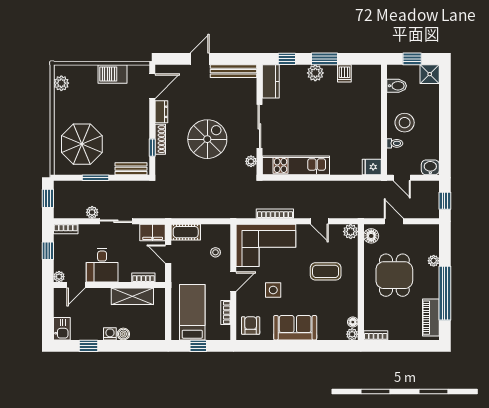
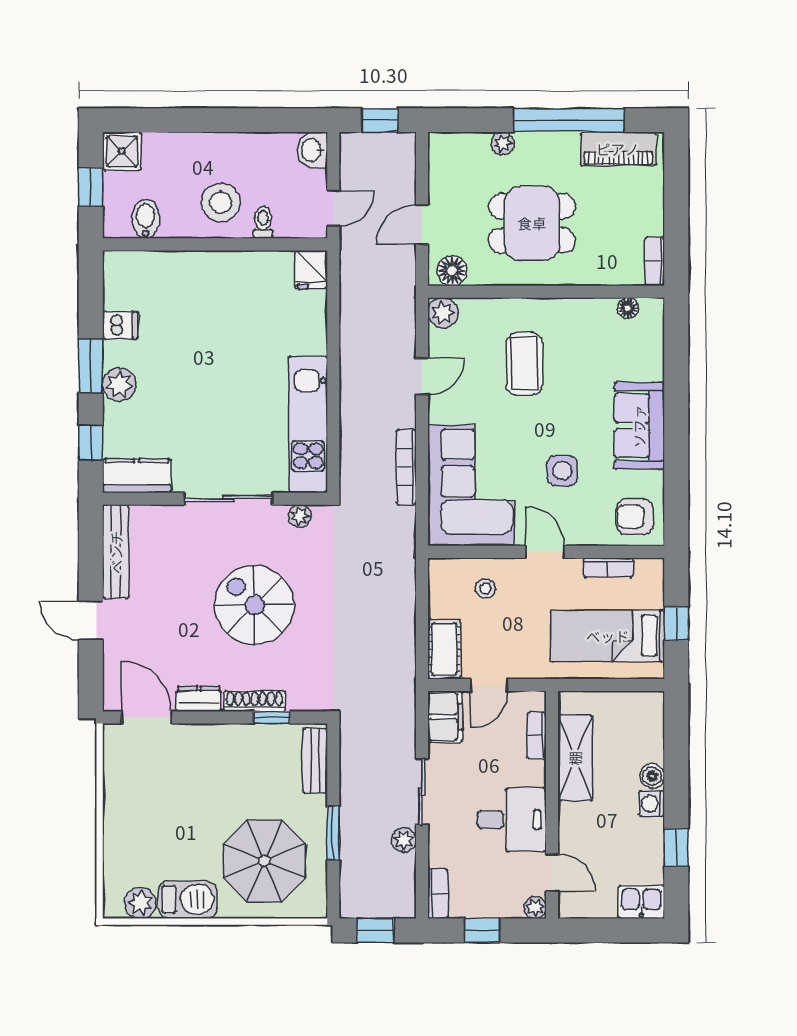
barbecue: (113, 74) -> (188, 899), moved, turned -90
plant: (352, 334) -> (653, 310), removed

